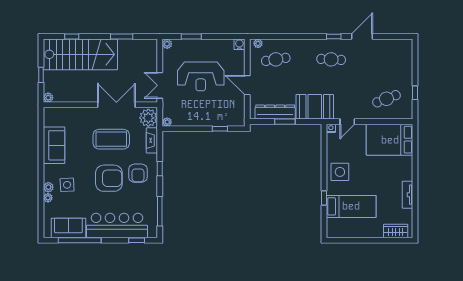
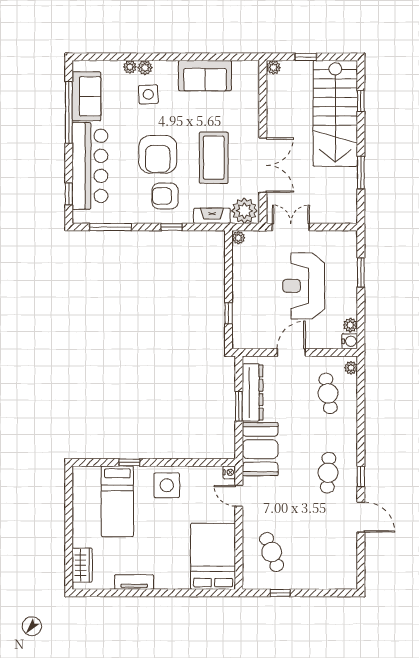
plant: (167, 44) -> (350, 325), moved

